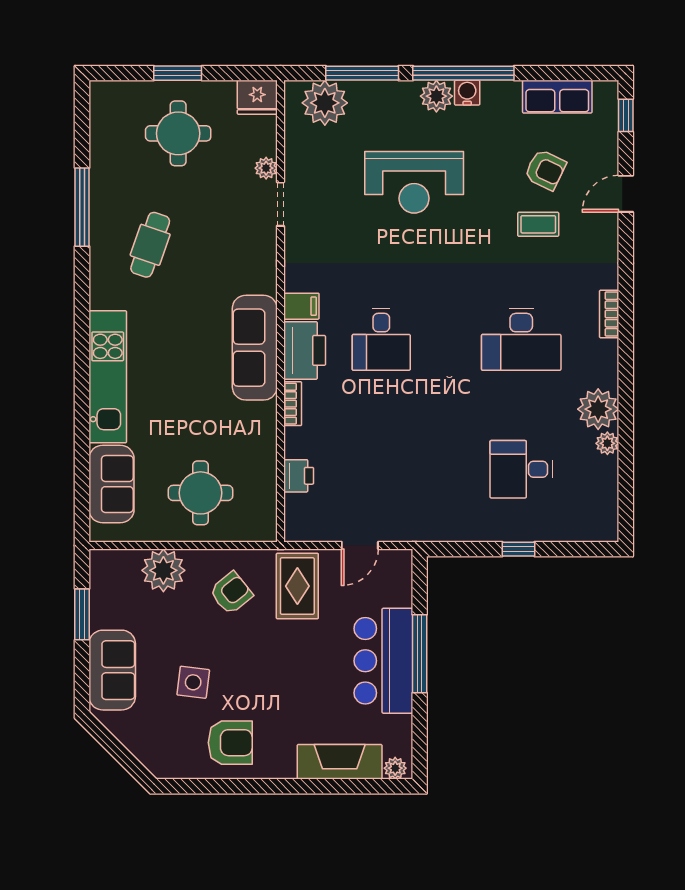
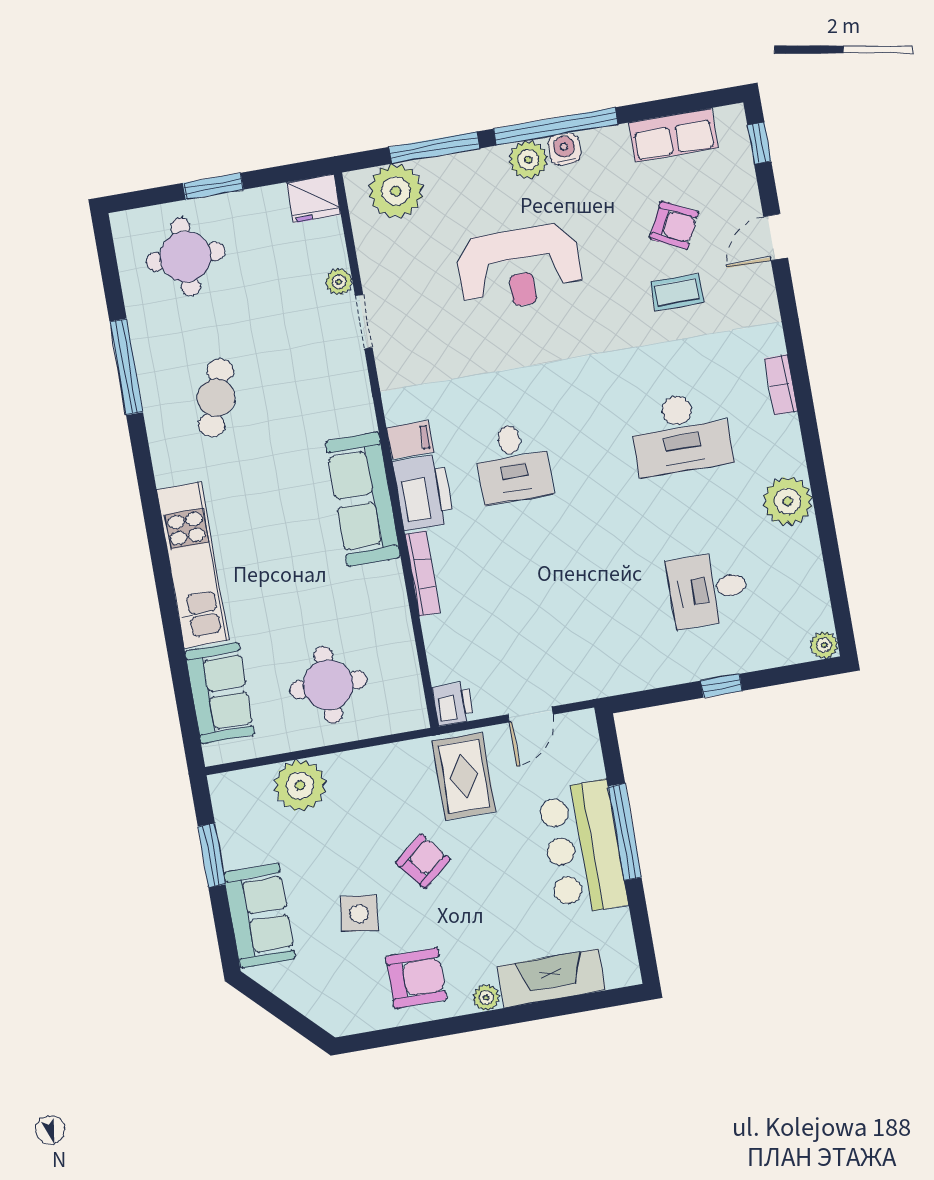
round table: (178, 133) -> (186, 257), moved
bookcase: (293, 404) -> (423, 573), width x1.56
plant: (607, 443) -> (824, 645), moved
printer: (299, 476) -> (453, 704), moved
armchair: (231, 593) -> (423, 861), moved
plant: (395, 768) -> (486, 998), moved

